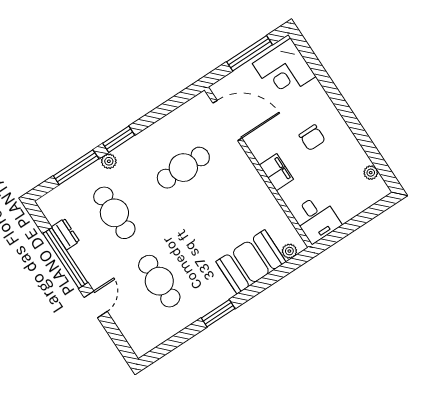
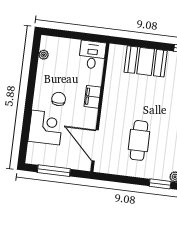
corner desk: (284, 70) -> (46, 128), moved
cafe table: (183, 168) -> (139, 140), turned 90
plant: (289, 251) -> (121, 50), removed

